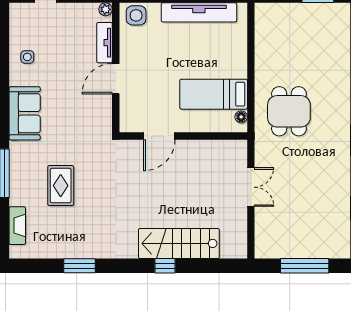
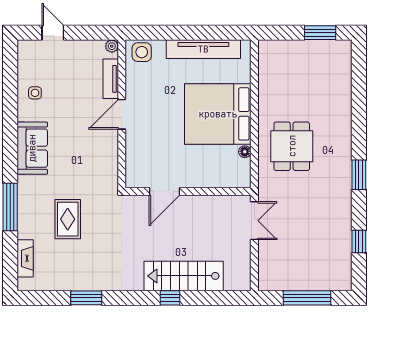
bed: (214, 94) -> (218, 114), width x2.04
door: (159, 136) -> (164, 191), moved
wall: (183, 136) -> (188, 191), moved

